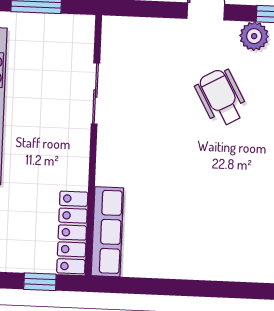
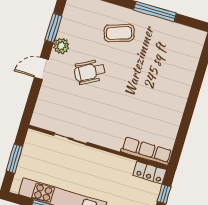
locker: (72, 233) -> (150, 172), width x0.66

